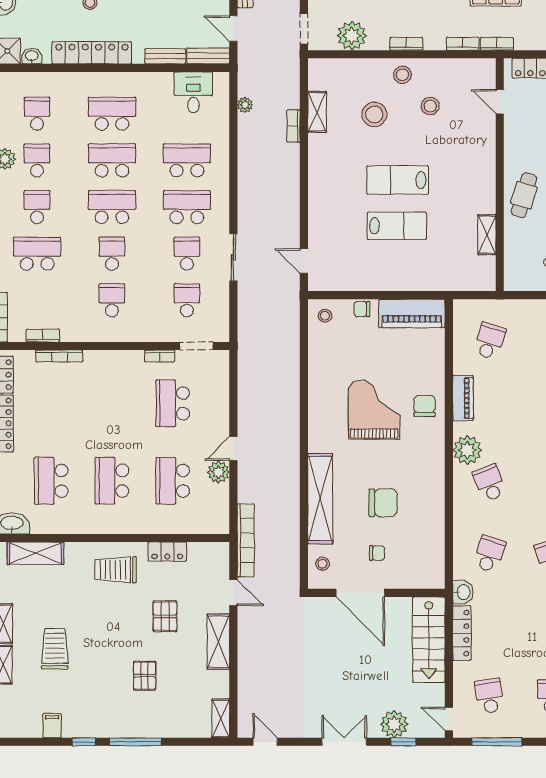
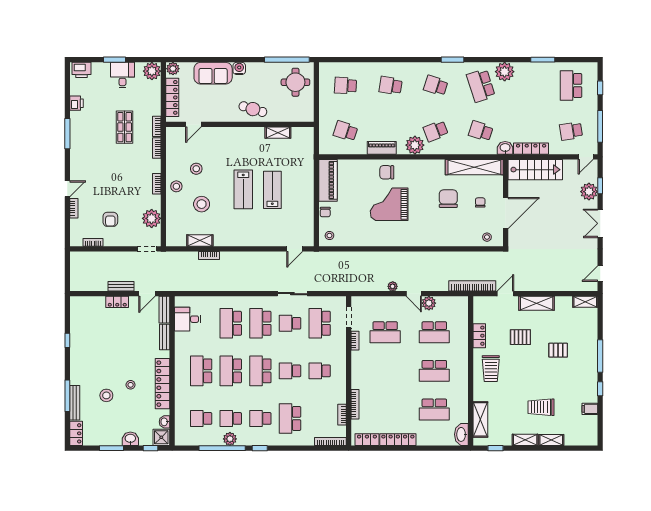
plant: (245, 105) -> (393, 286), moved
school desk: (187, 300) -> (320, 323), width x1.85
shelving: (320, 499) -> (474, 167), moved

